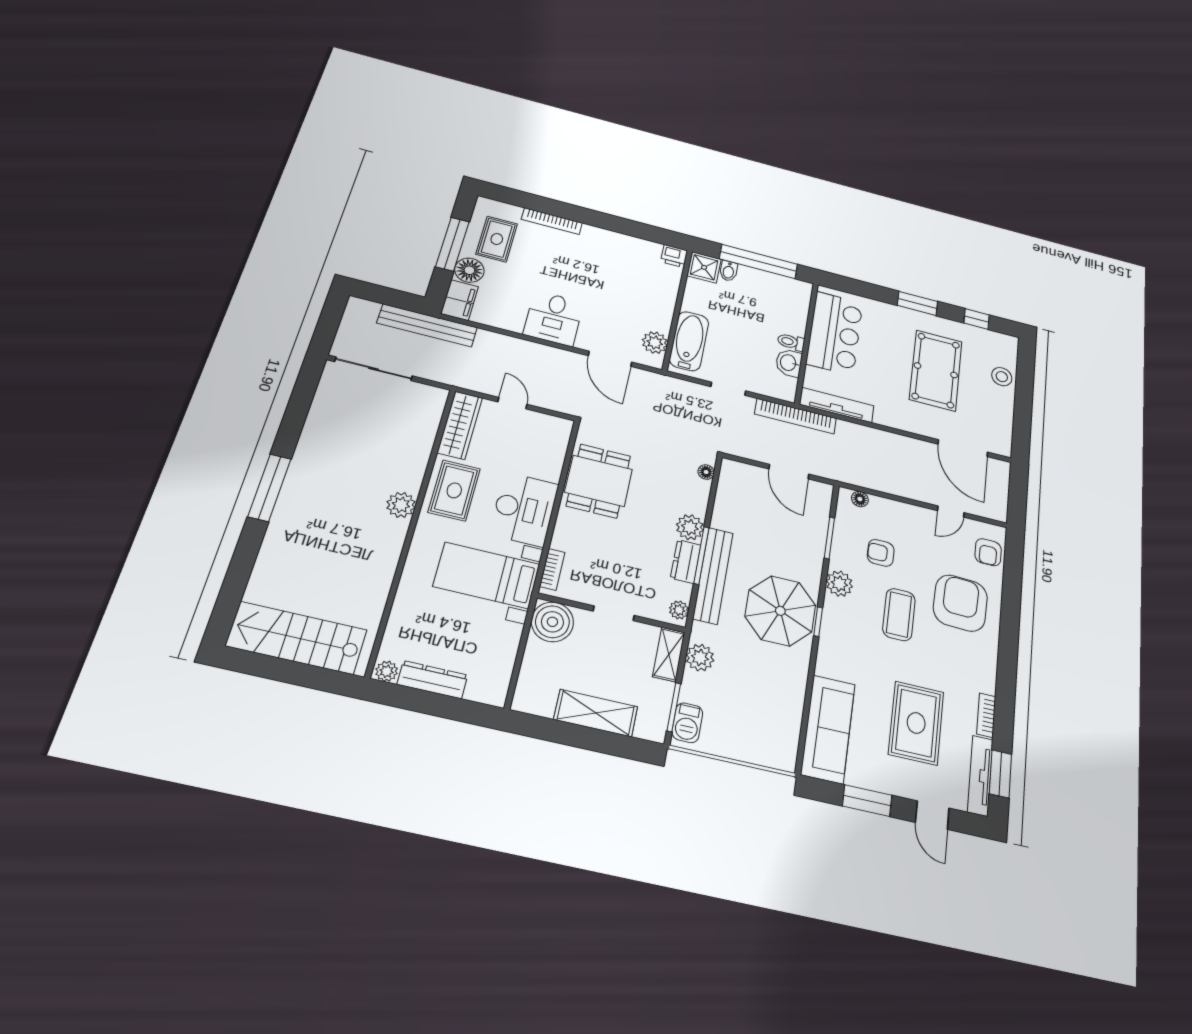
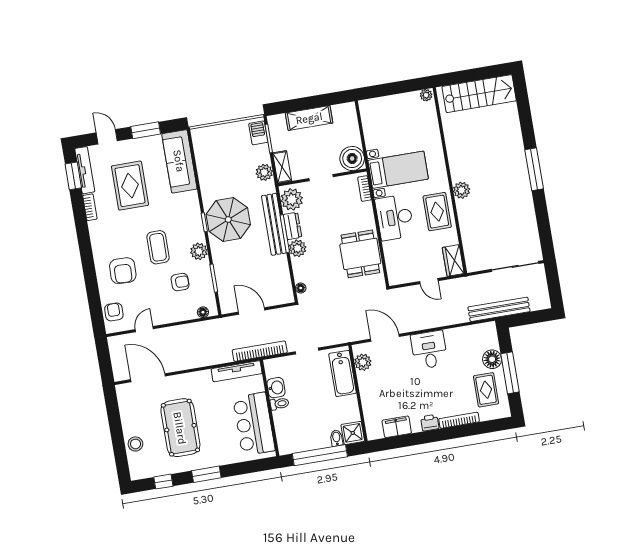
printer: (674, 256) -> (430, 423), moved
filing cabinet: (460, 300) -> (397, 427), moved, turned 90
wardrobe: (460, 425) -> (453, 260), width x0.67
armchair: (960, 603) -> (123, 271), width x0.73, depth x0.73
plant: (679, 610) -> (292, 199), width x1.87, depth x1.87
dresser: (432, 680) -> (401, 100), removed

